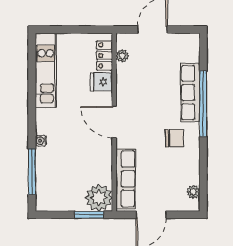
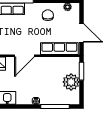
chair: (174, 138) -> (48, 15), moved
plant: (99, 198) -> (71, 82), moved

